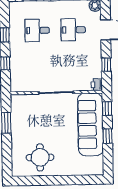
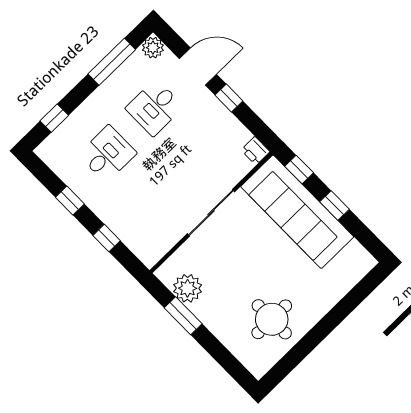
desk: (37, 30) -> (107, 154), turned 180
window: (106, 65) -> (229, 98), moved
plant: (18, 114) -> (188, 288), added

